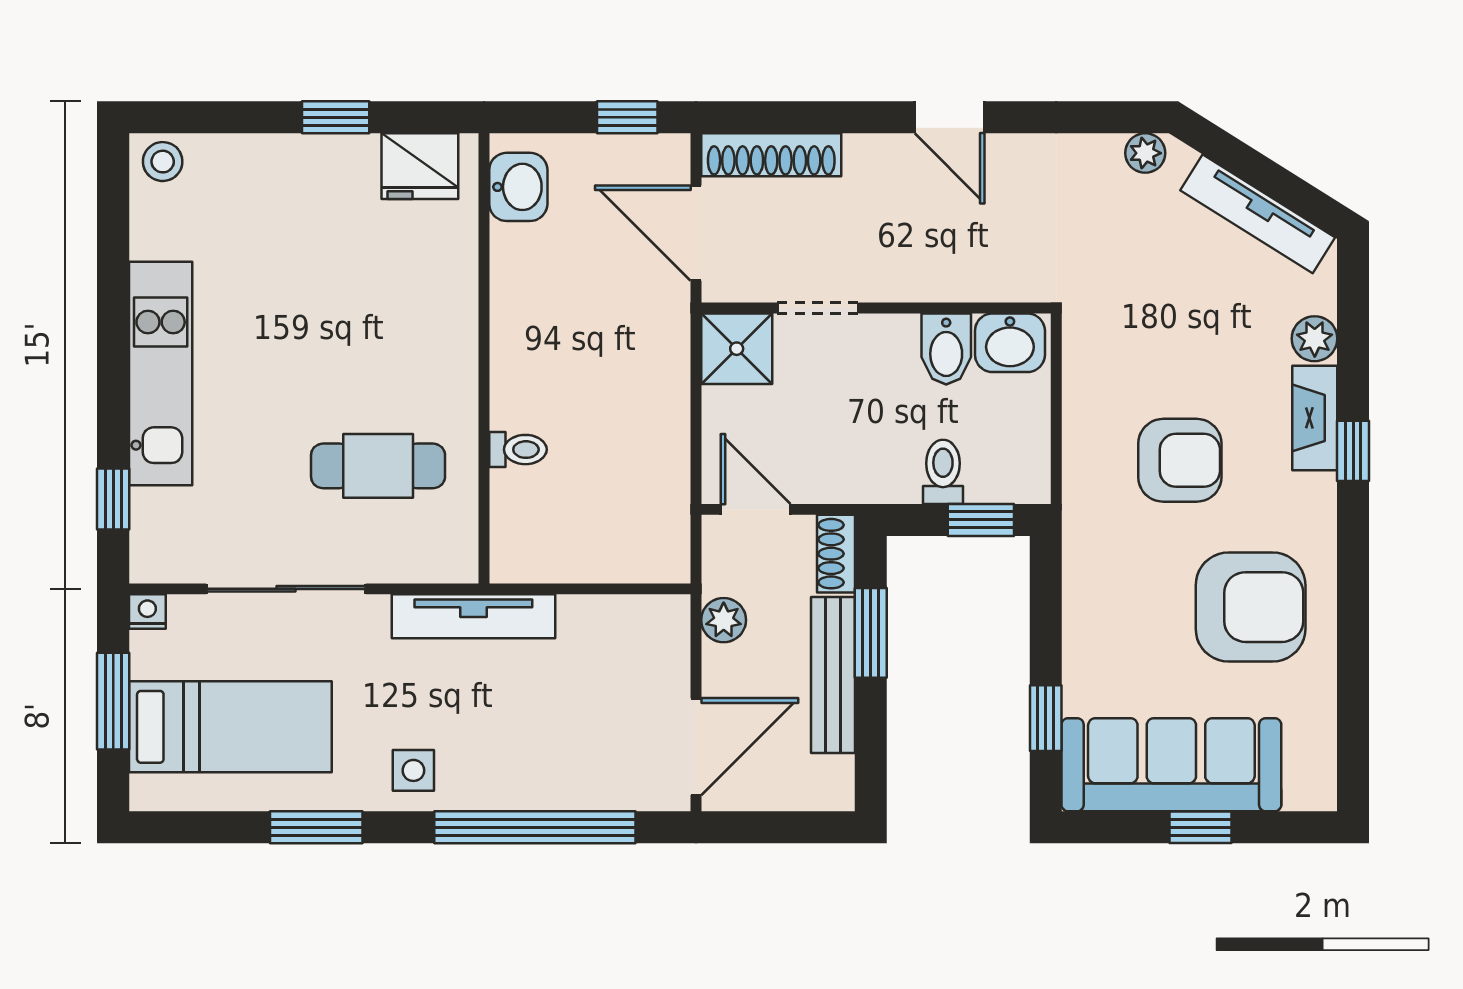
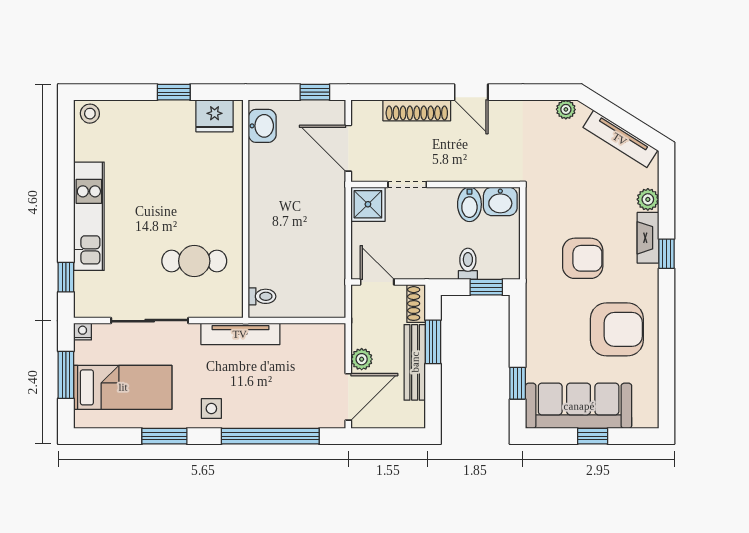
shoe rack: (771, 155) -> (417, 110), moved
toilet: (518, 450) -> (262, 296), moved
plant: (724, 620) -> (362, 359), moved

